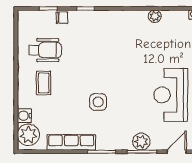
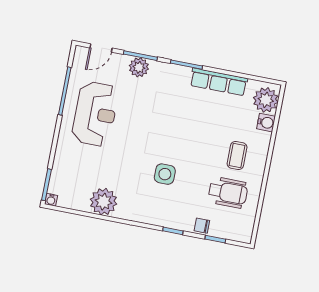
plant: (155, 16) -> (104, 202), width x1.88, depth x1.88
wheelchair: (45, 50) -> (228, 192), turned 180
side table: (98, 102) -> (165, 174), moved

